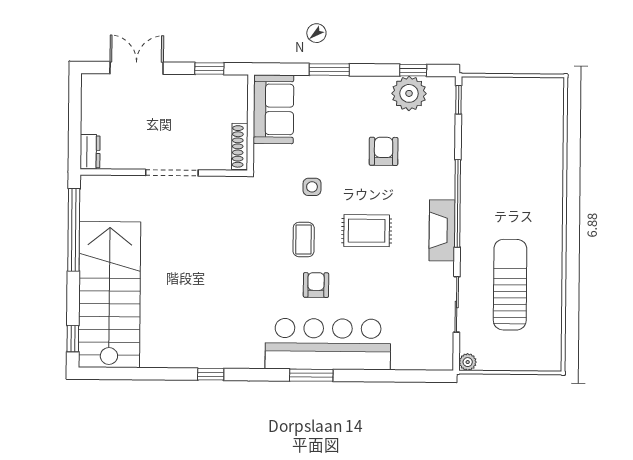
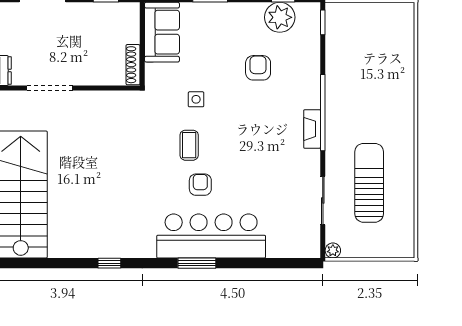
doorway: (172, 173) -> (50, 88), moved
fireplace: (442, 230) -> (312, 129), width x0.73, depth x0.76
rug: (367, 231) -> (244, 137), removed

